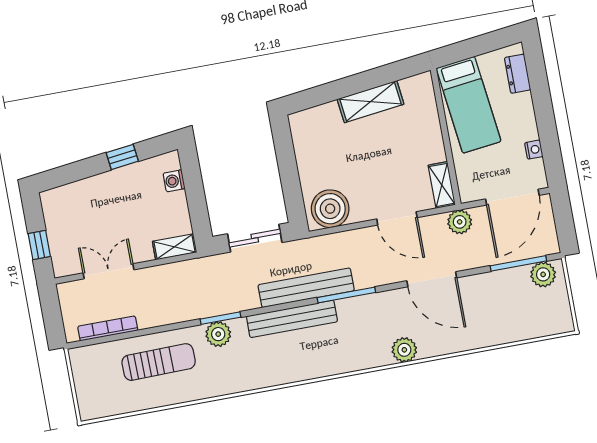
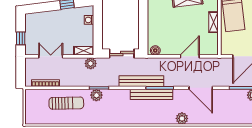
shelving: (442, 185) -> (213, 22), moved
boiler: (330, 209) -> (155, 50), width x0.54, depth x0.54
door: (397, 218) -> (190, 56), swing flipped
plant: (460, 222) -> (91, 63), moved
bench: (292, 319) -> (152, 94), moved

